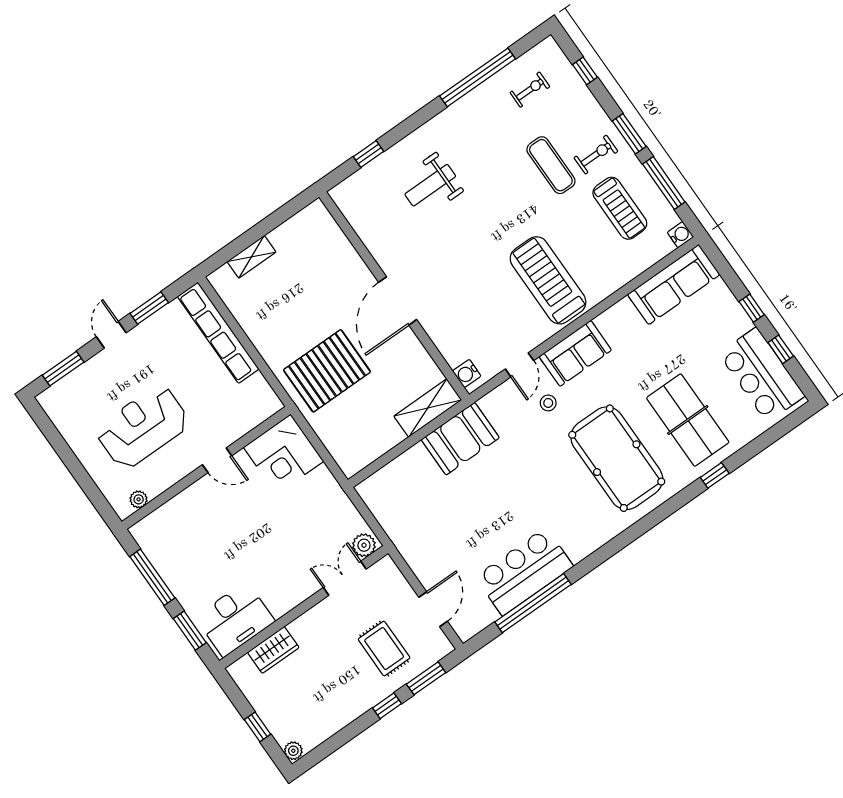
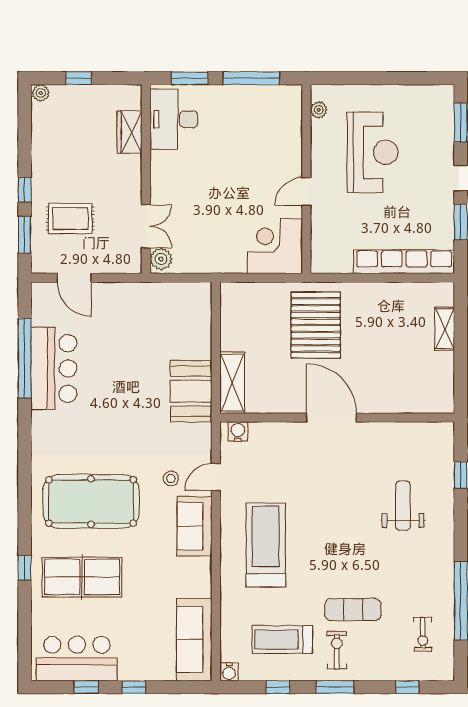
exercise bike: (596, 155) -> (337, 650), turned 180
window: (664, 183) -> (278, 687), width x0.46
treadmill: (548, 280) -> (266, 545), turned -90
door: (520, 365) -> (216, 477), hinge flipped

